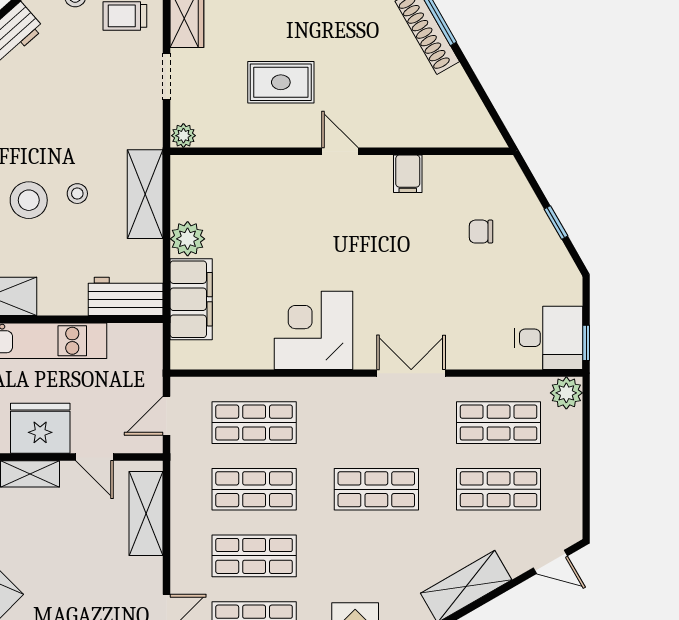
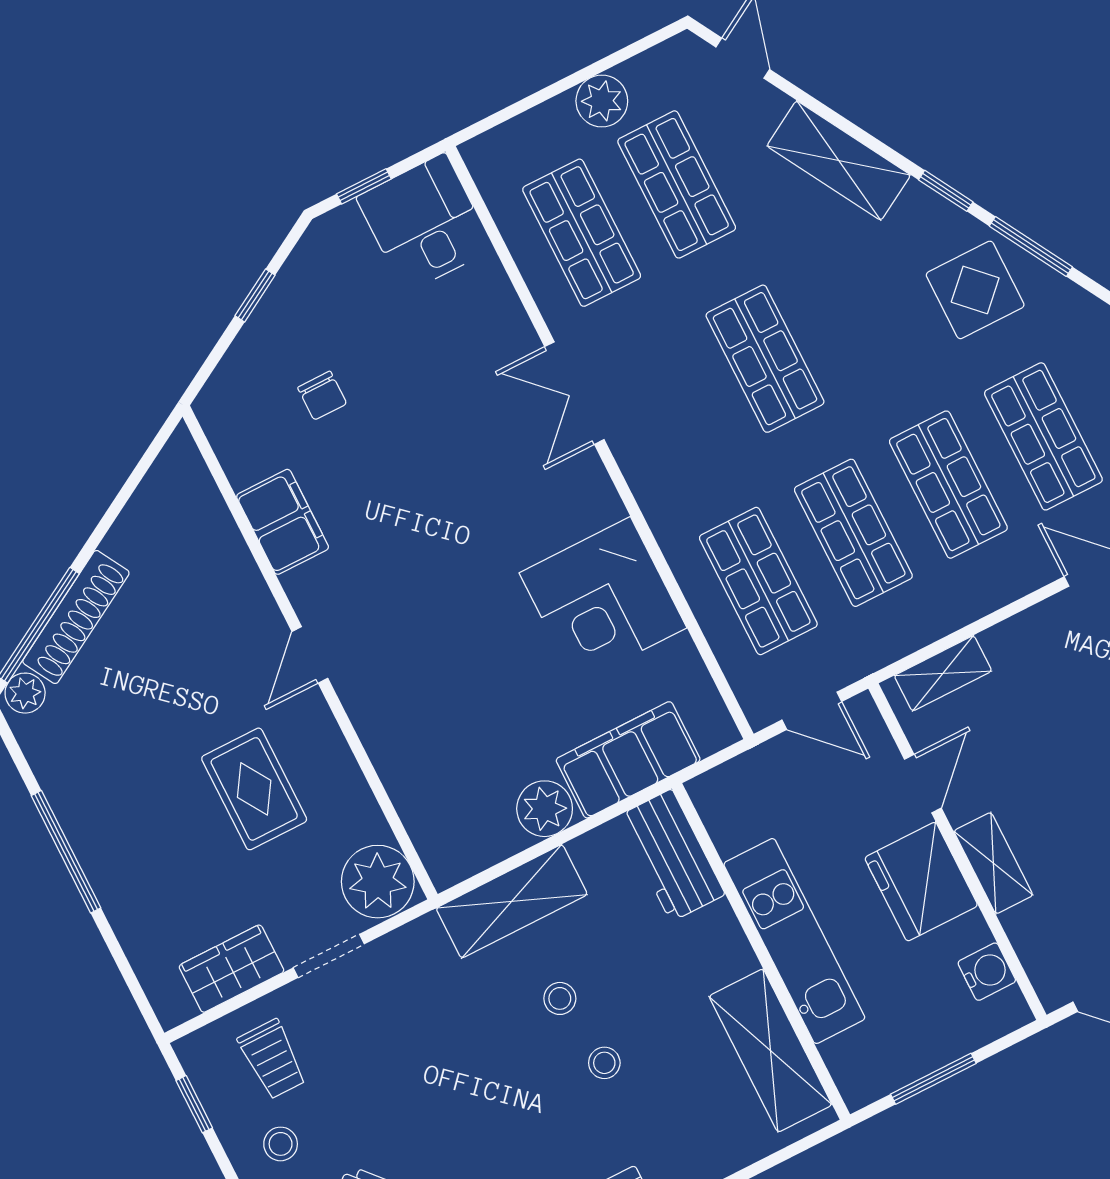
plant: (183, 136) -> (378, 882), width x1.87, depth x1.87
filing cabinet: (408, 174) -> (283, 522), width x2.00
stool: (29, 200) -> (604, 1063), width x0.53, depth x0.53
corner desk: (313, 330) -> (603, 600), moved
window: (586, 343) -> (364, 186), moved
plant: (566, 393) -> (602, 101), moved
shelving: (146, 514) -> (943, 673), width x0.67, depth x0.75

